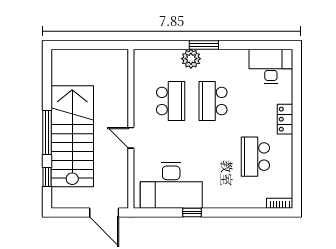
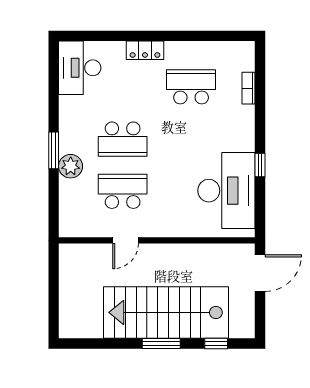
window: (47, 132) -> (161, 344), width x0.69
door: (131, 138) -> (126, 240), moved
school desk: (255, 157) -> (191, 87), turned 180
bookcase: (280, 203) -> (249, 88), moved

